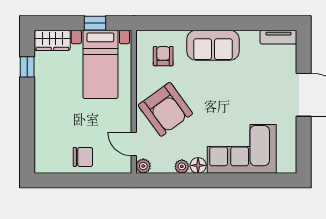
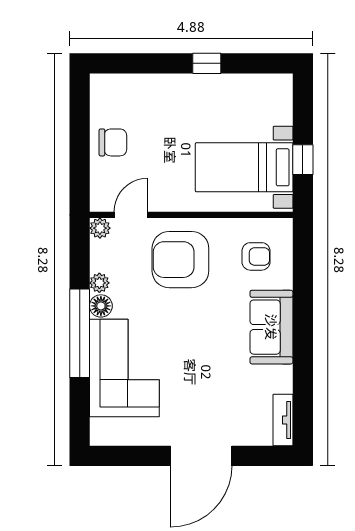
wardrobe: (52, 40) -> (278, 99), removed
window: (27, 67) -> (207, 63), moved
armchair: (165, 109) -> (180, 260), turned 36
chair: (83, 157) -> (113, 142), turned -90
window: (217, 180) -> (80, 333), added

